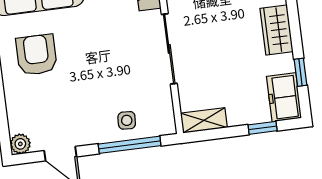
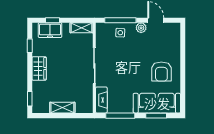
freezer: (284, 97) -> (50, 30), moved, turned 90
plant: (20, 144) -> (141, 28), moved

